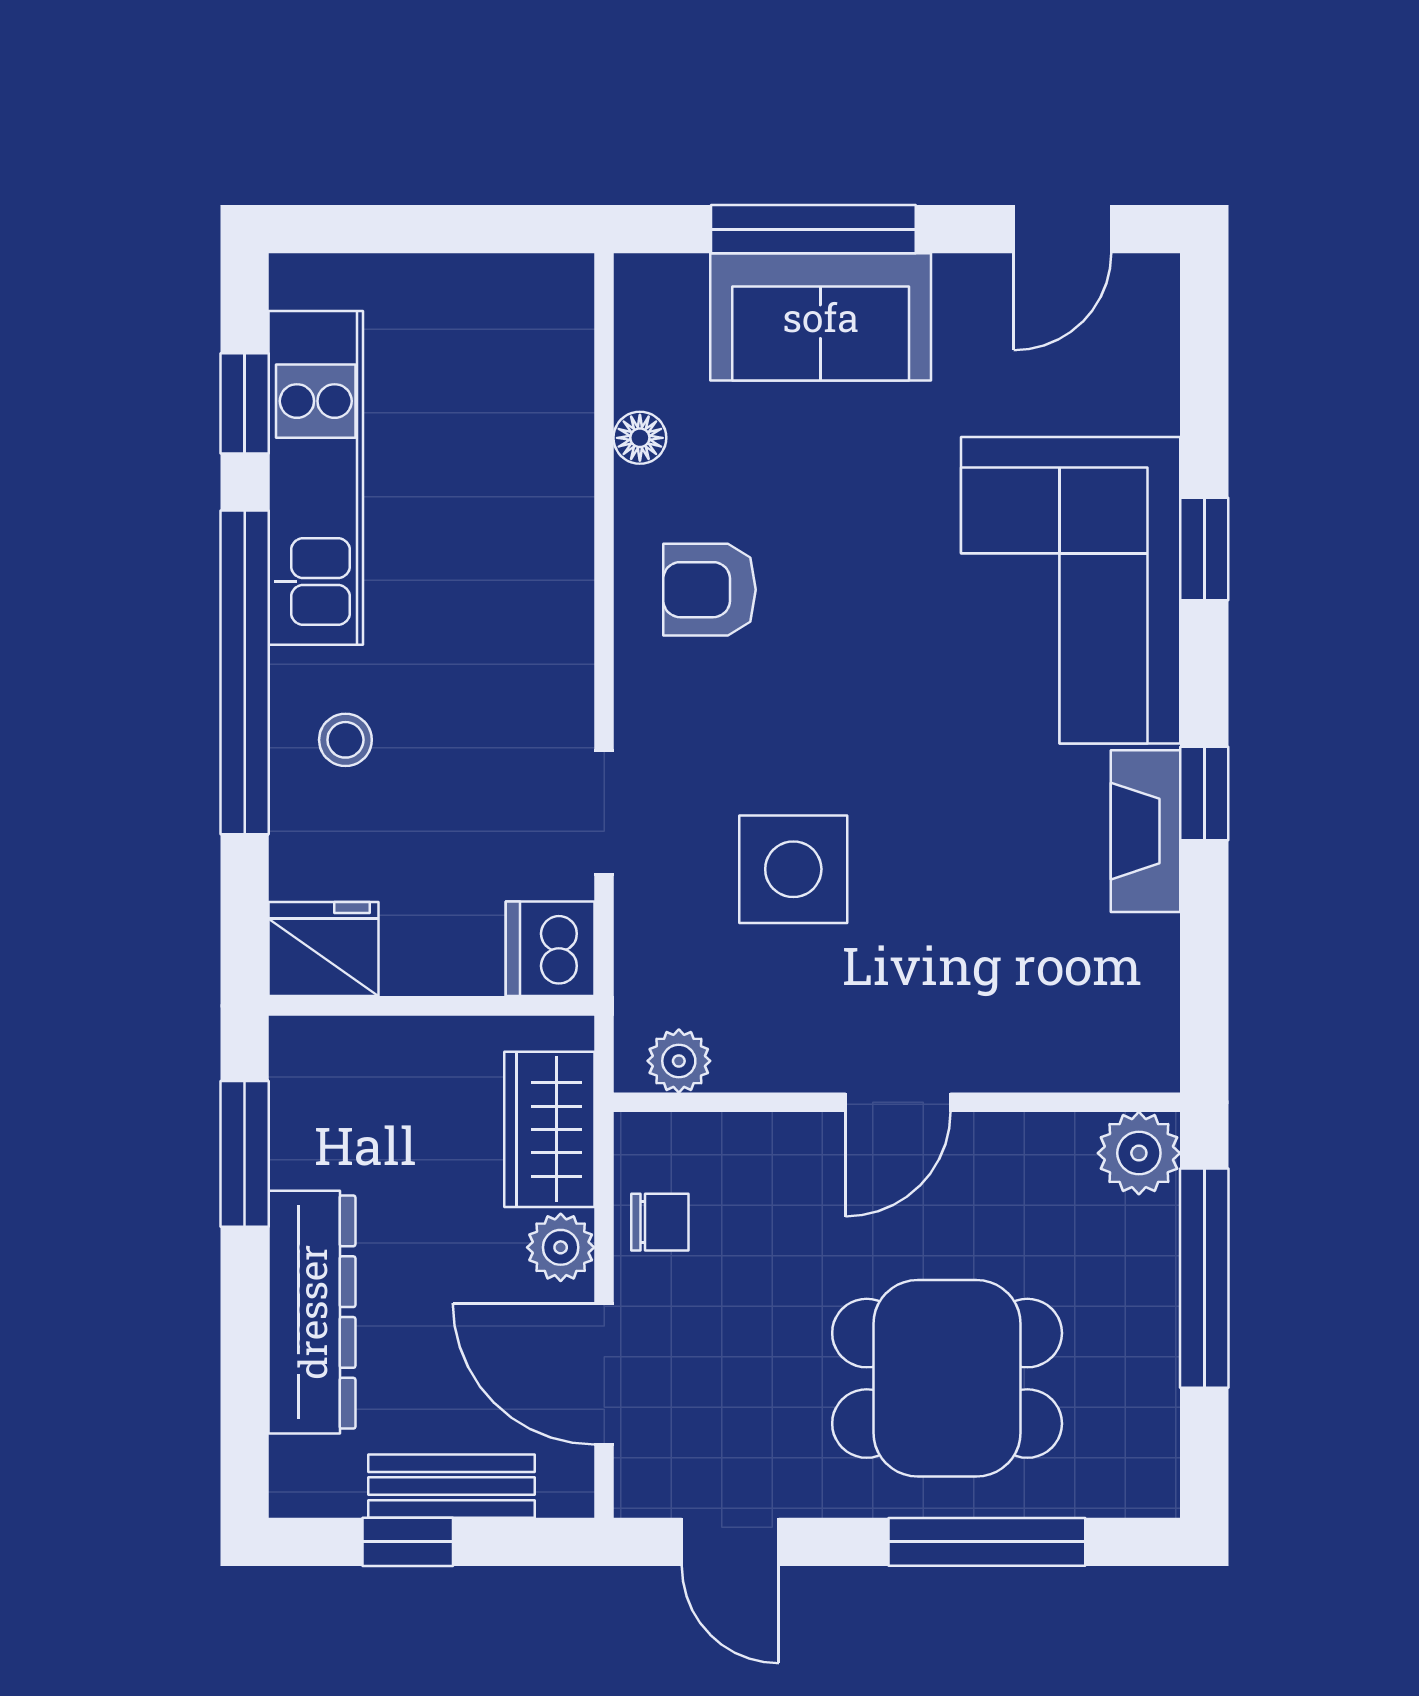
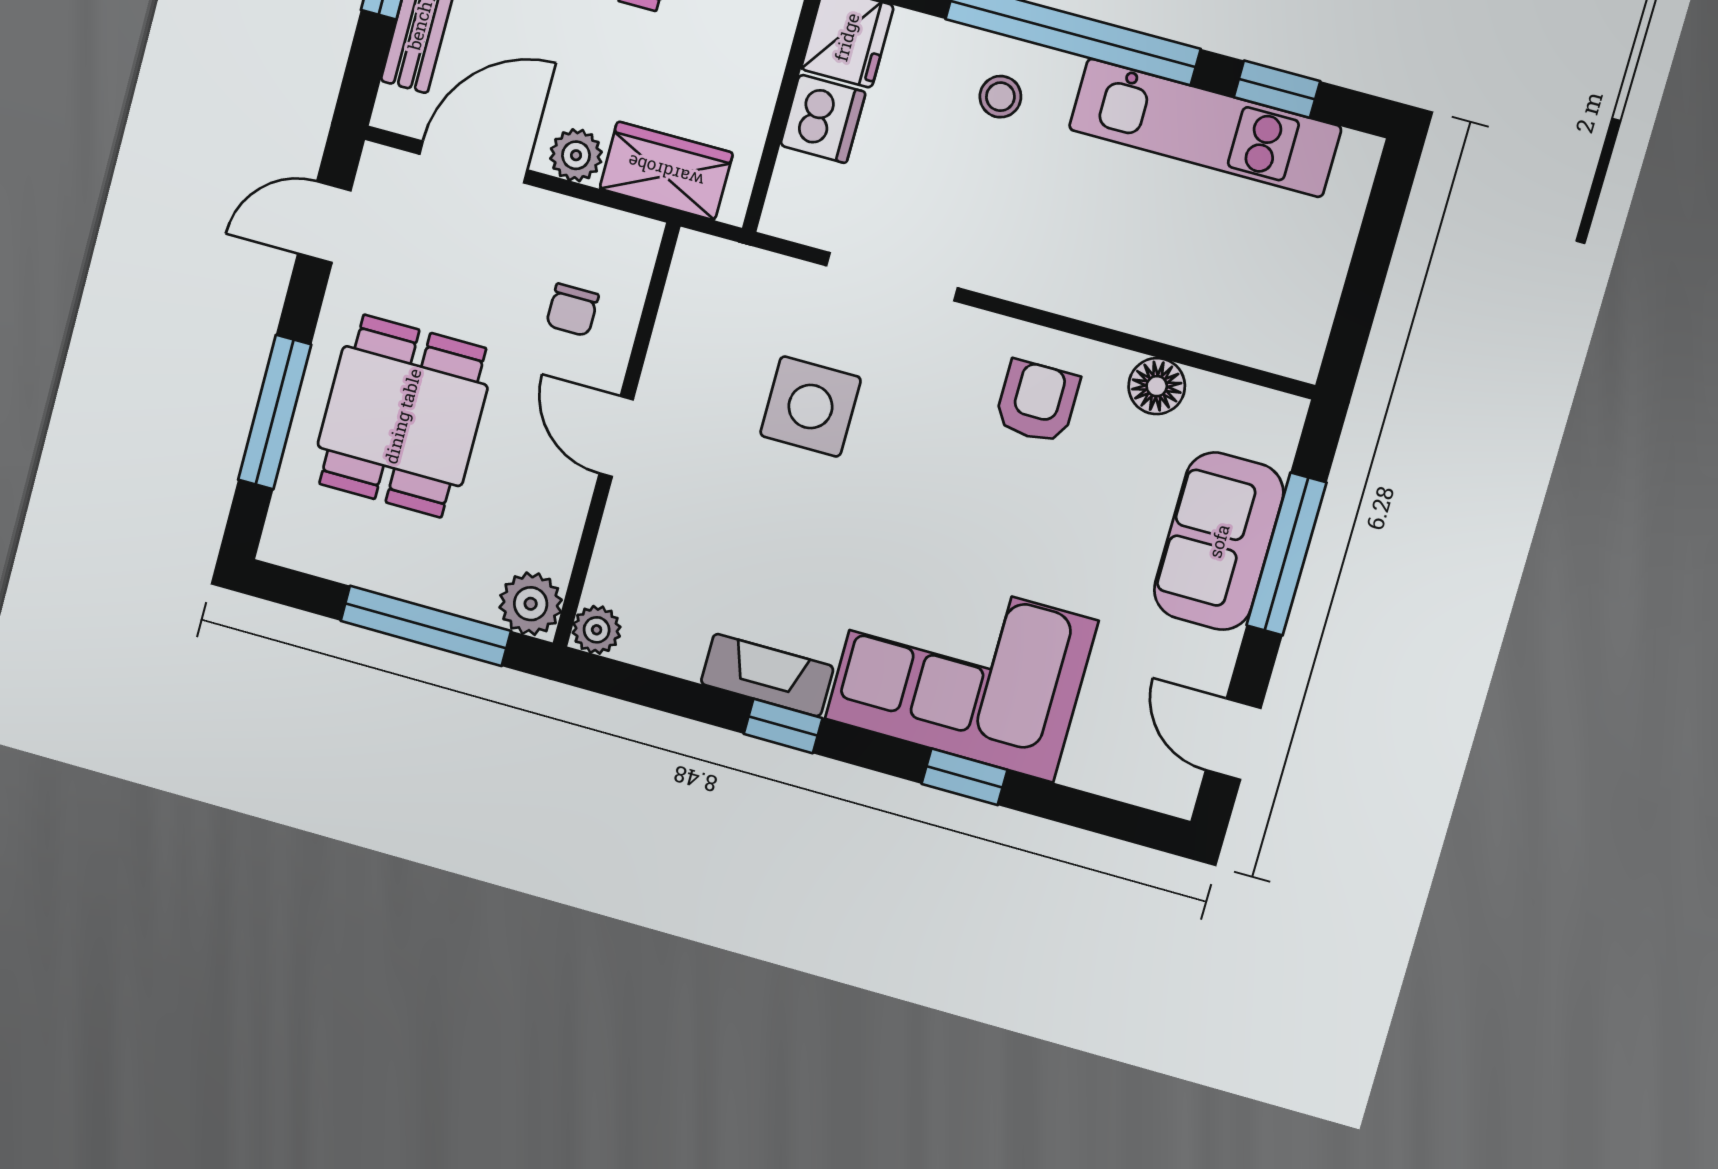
floor lamp: (640, 438) -> (1157, 386), width x1.37, depth x1.37
doorway: (604, 812) -> (892, 277), width x1.38
dishwasher: (550, 949) -> (823, 119), moved, turned 90
plant: (679, 1061) -> (597, 630), moved
chair: (660, 1222) -> (572, 310), moved

